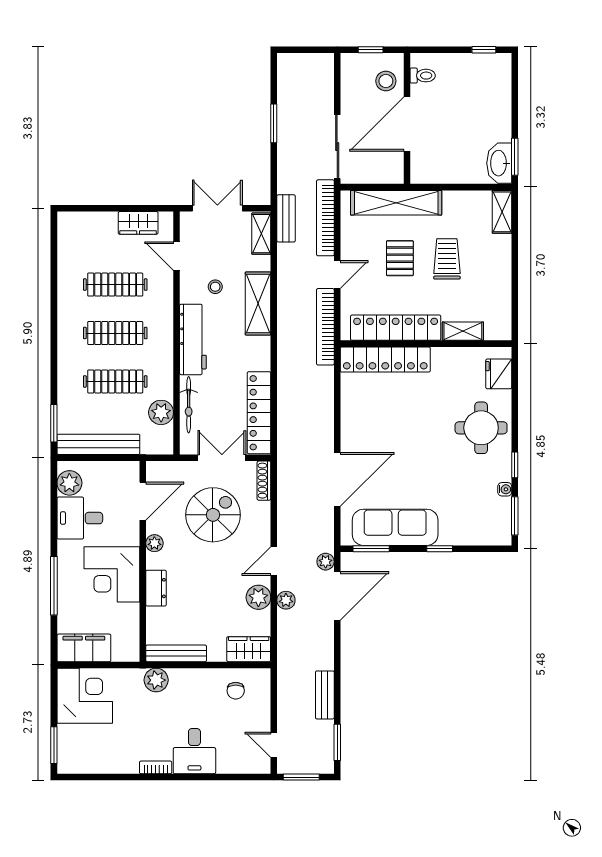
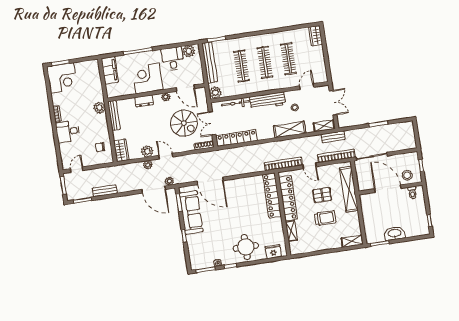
washbasin: (499, 163) -> (395, 233), moved
wardrobe: (138, 223) -> (316, 36), moved
plant: (161, 412) -> (215, 93), moved
double door: (222, 458) -> (212, 123), swing flipped
corner desk: (85, 696) -> (62, 78), moved

